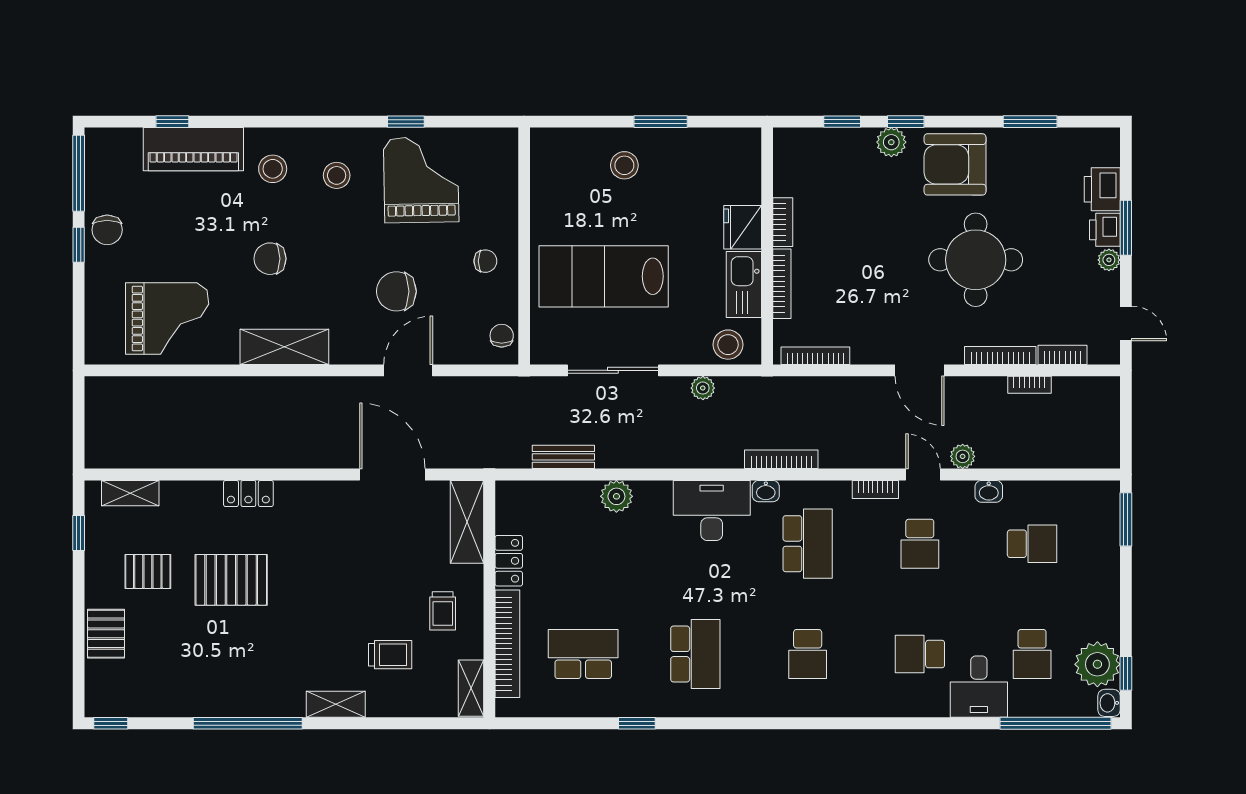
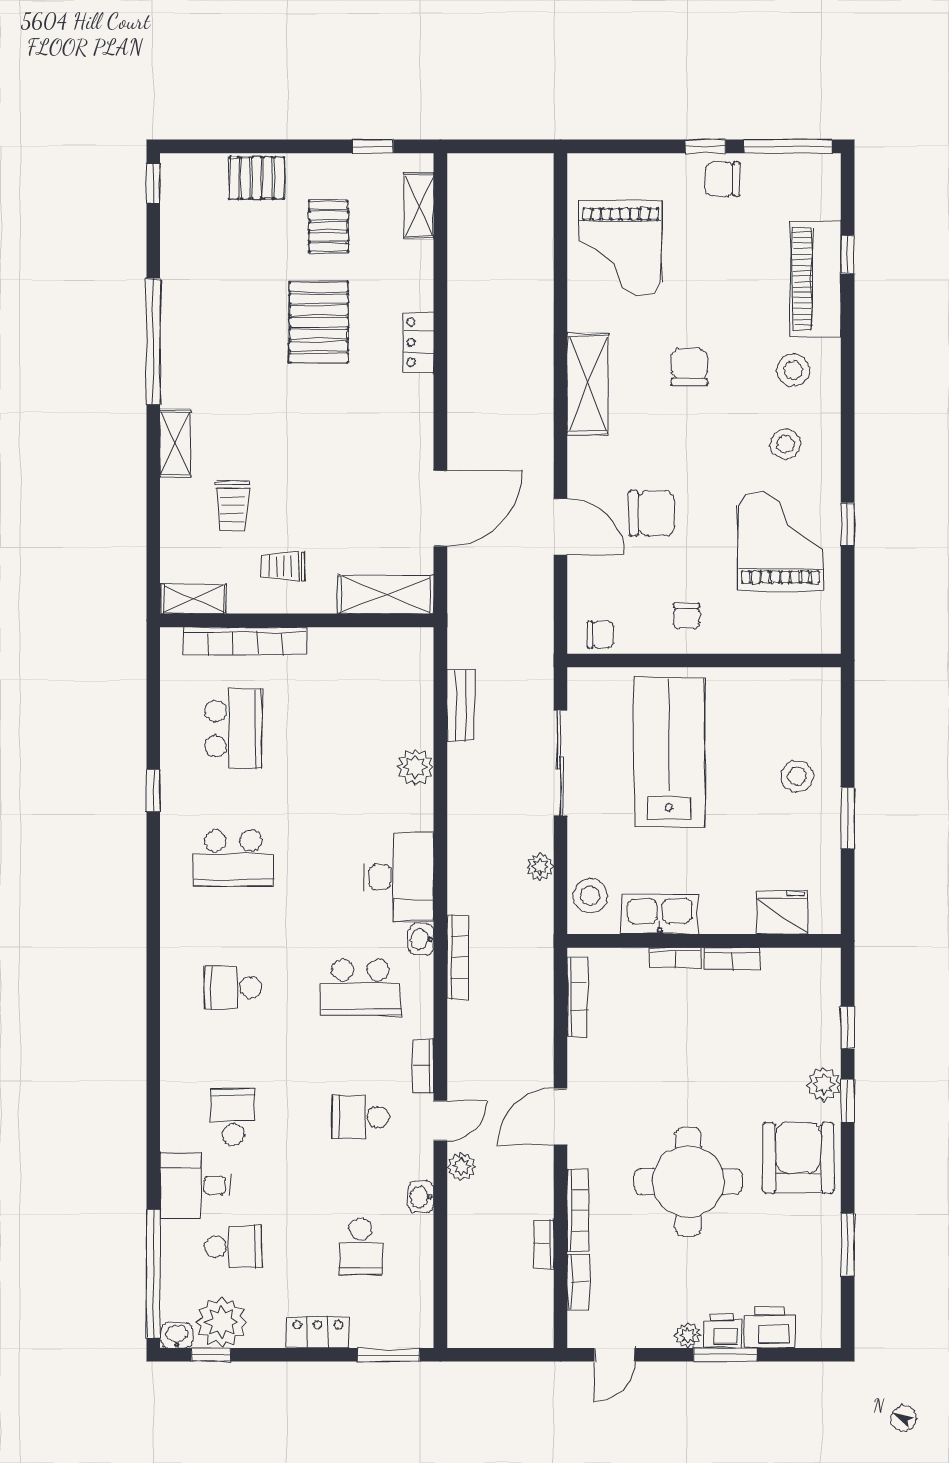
grand piano: (421, 180) -> (780, 541), turned -89
fridge: (743, 227) -> (782, 913), moved
bookcase: (782, 284) -> (675, 958), width x0.64
chair: (396, 291) -> (652, 513), turned 90
locker: (509, 561) -> (318, 1332), moved, turned 180
school desk: (1032, 654) -> (233, 1247), turned 180

